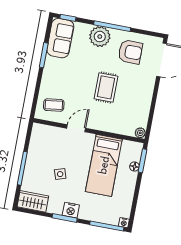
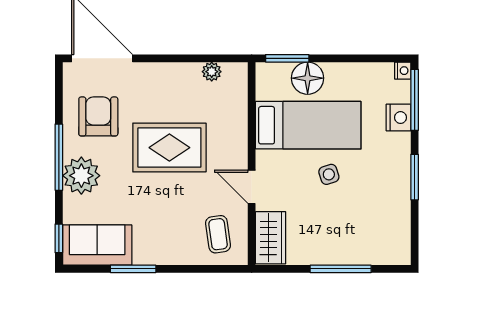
rug: (106, 87) -> (169, 148), width x1.36, depth x1.43
plant: (140, 133) -> (212, 72), moved
floor lamp: (134, 167) -> (308, 78), width x1.89, depth x1.89
side table: (60, 174) -> (329, 174), moved
wardrobe: (33, 201) -> (271, 238), moved, turned 180
nightstand: (71, 210) -> (399, 118), moved

